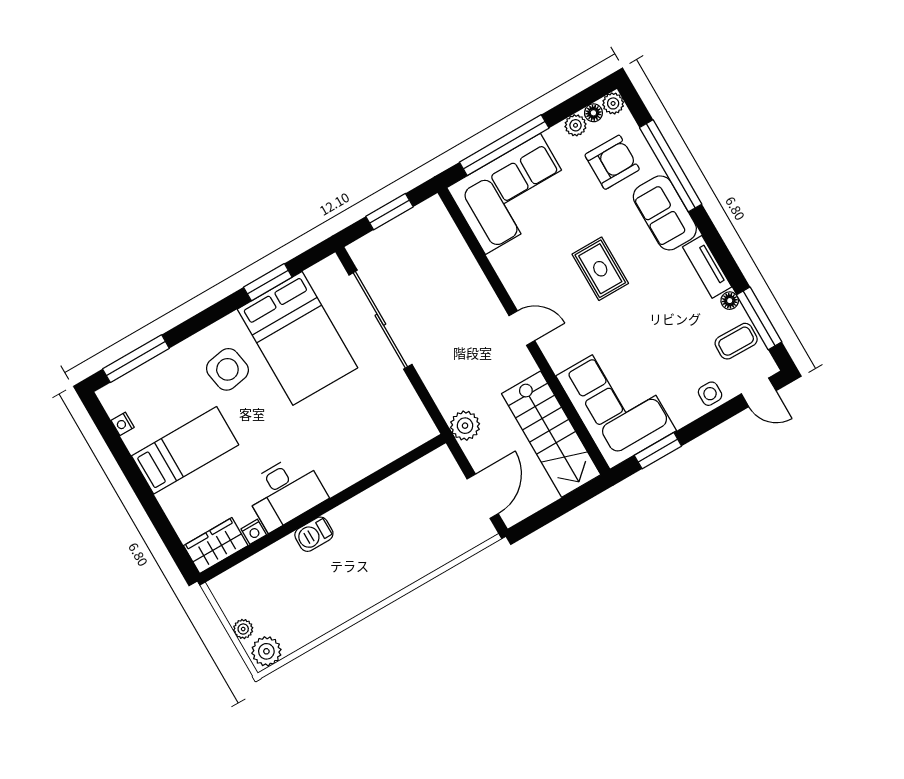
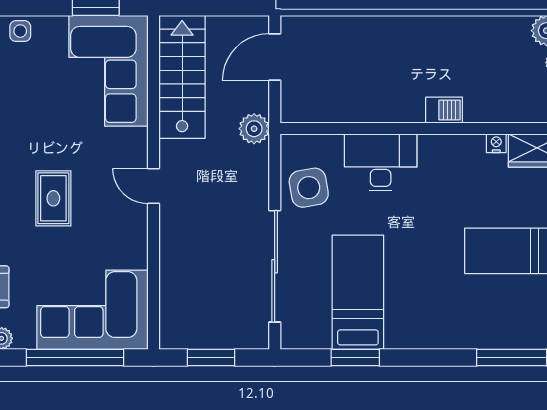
bed: (297, 338) -> (358, 292), width x0.67
side table: (227, 369) -> (309, 188), moved
desk: (285, 492) -> (381, 162), moved

